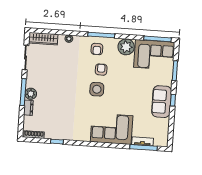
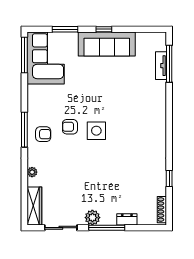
plant: (126, 47) -> (38, 96), removed
plant: (31, 94) -> (92, 218), moved
sofa: (162, 102) -> (107, 44), width x1.36
corner sofa: (112, 129) -> (147, 108), removed

